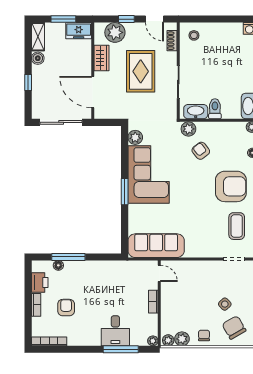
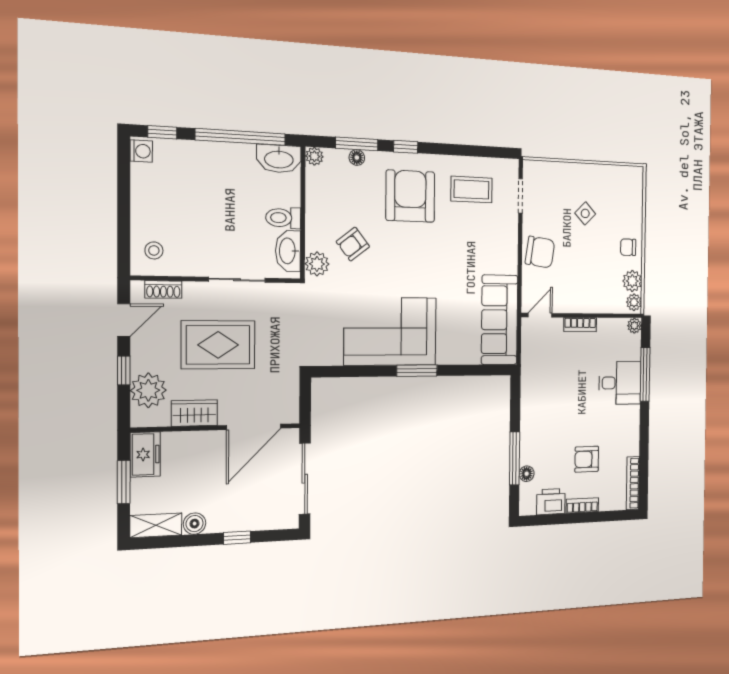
plant: (135, 137) -> (330, 354), removed
chair: (234, 328) -> (540, 252), moved, turned -142

